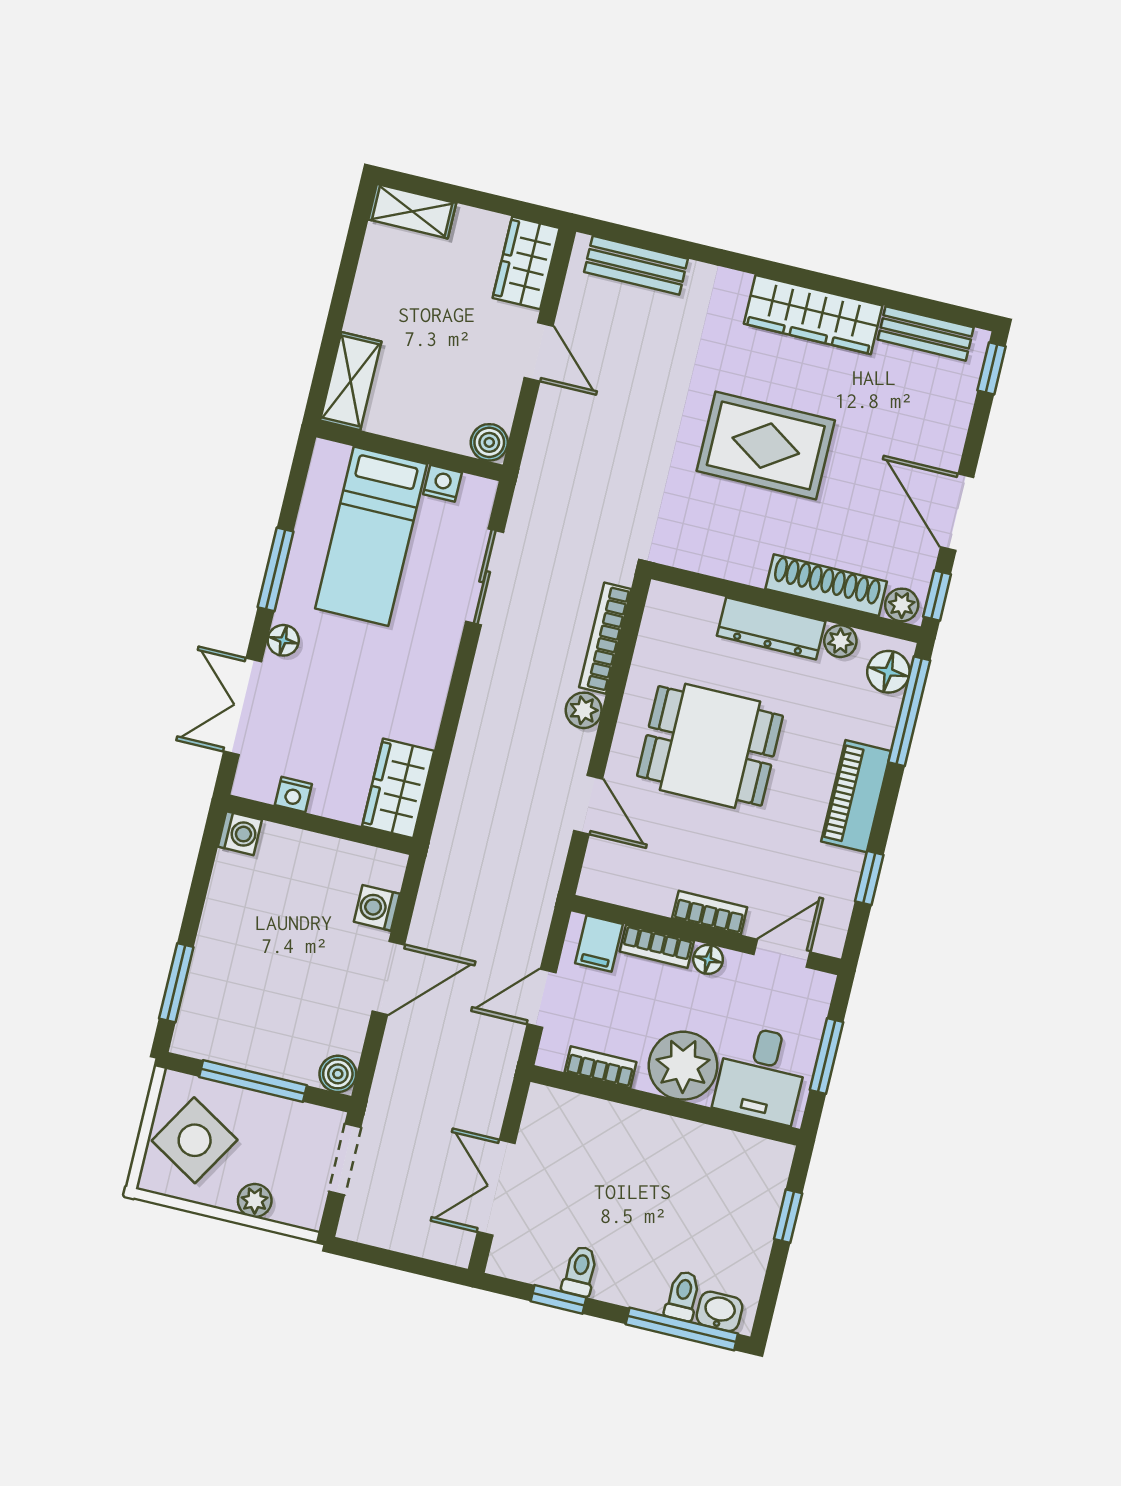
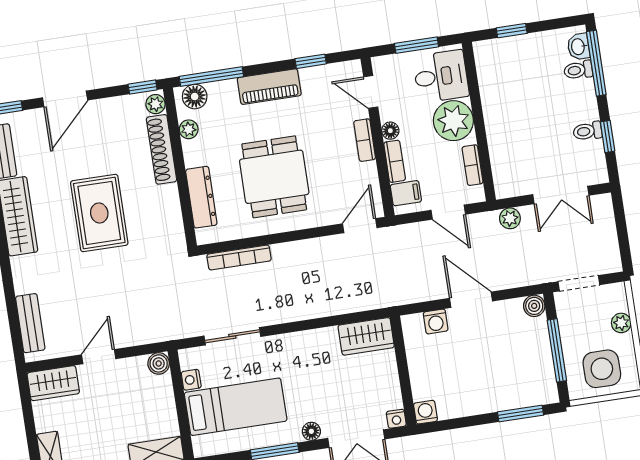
door: (957, 512) -> (65, 99), moved
dresser: (771, 628) -> (201, 197), moved
plant: (584, 710) -> (510, 218), moved
nightstand: (293, 794) -> (396, 419), moved, turned 90
door: (588, 805) -> (360, 226), moved
side table: (195, 1140) -> (602, 369), turned -31

